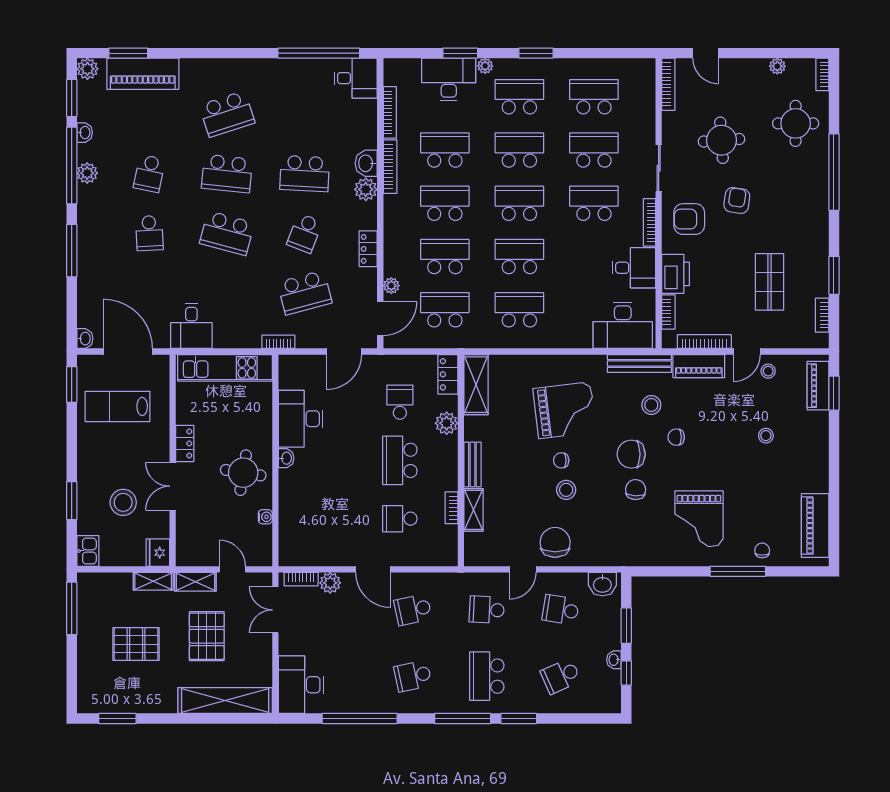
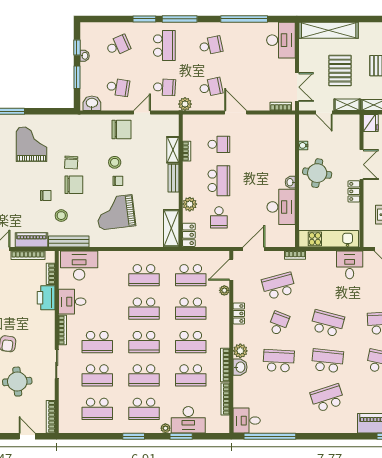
armchair: (689, 219) -> (38, 332), removed
chair: (555, 542) -> (122, 129), turned -90
plant: (330, 583) -> (185, 104), moved

